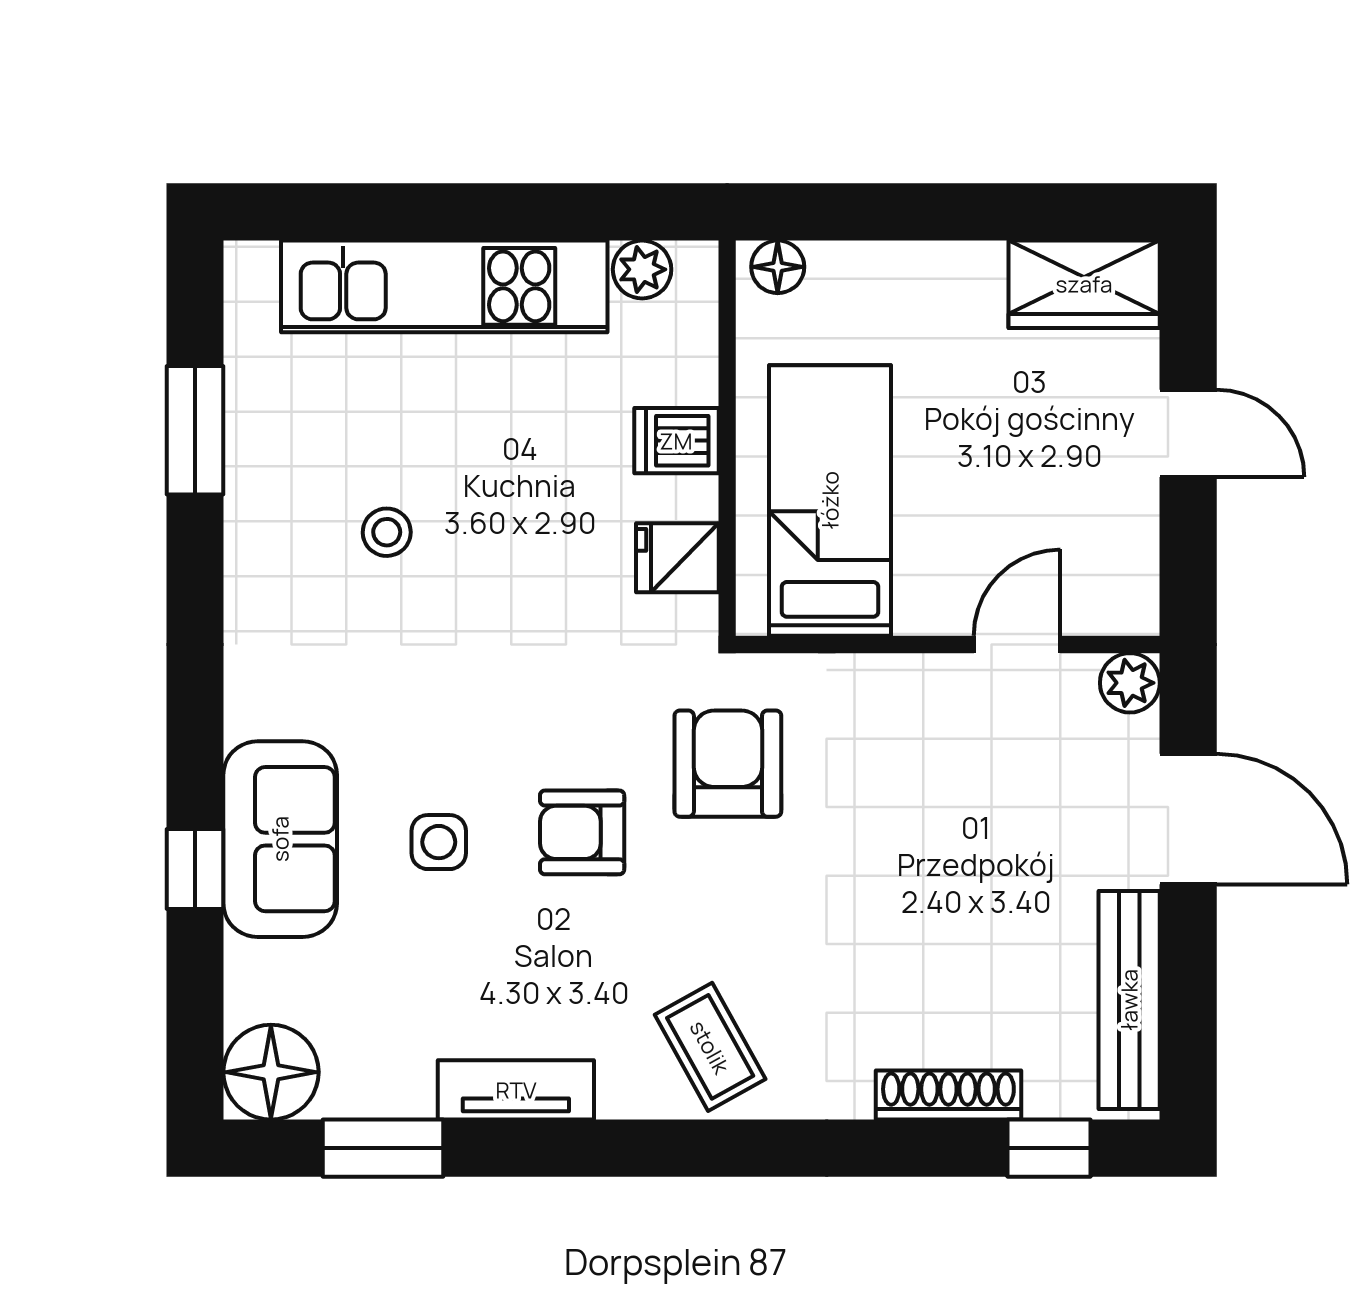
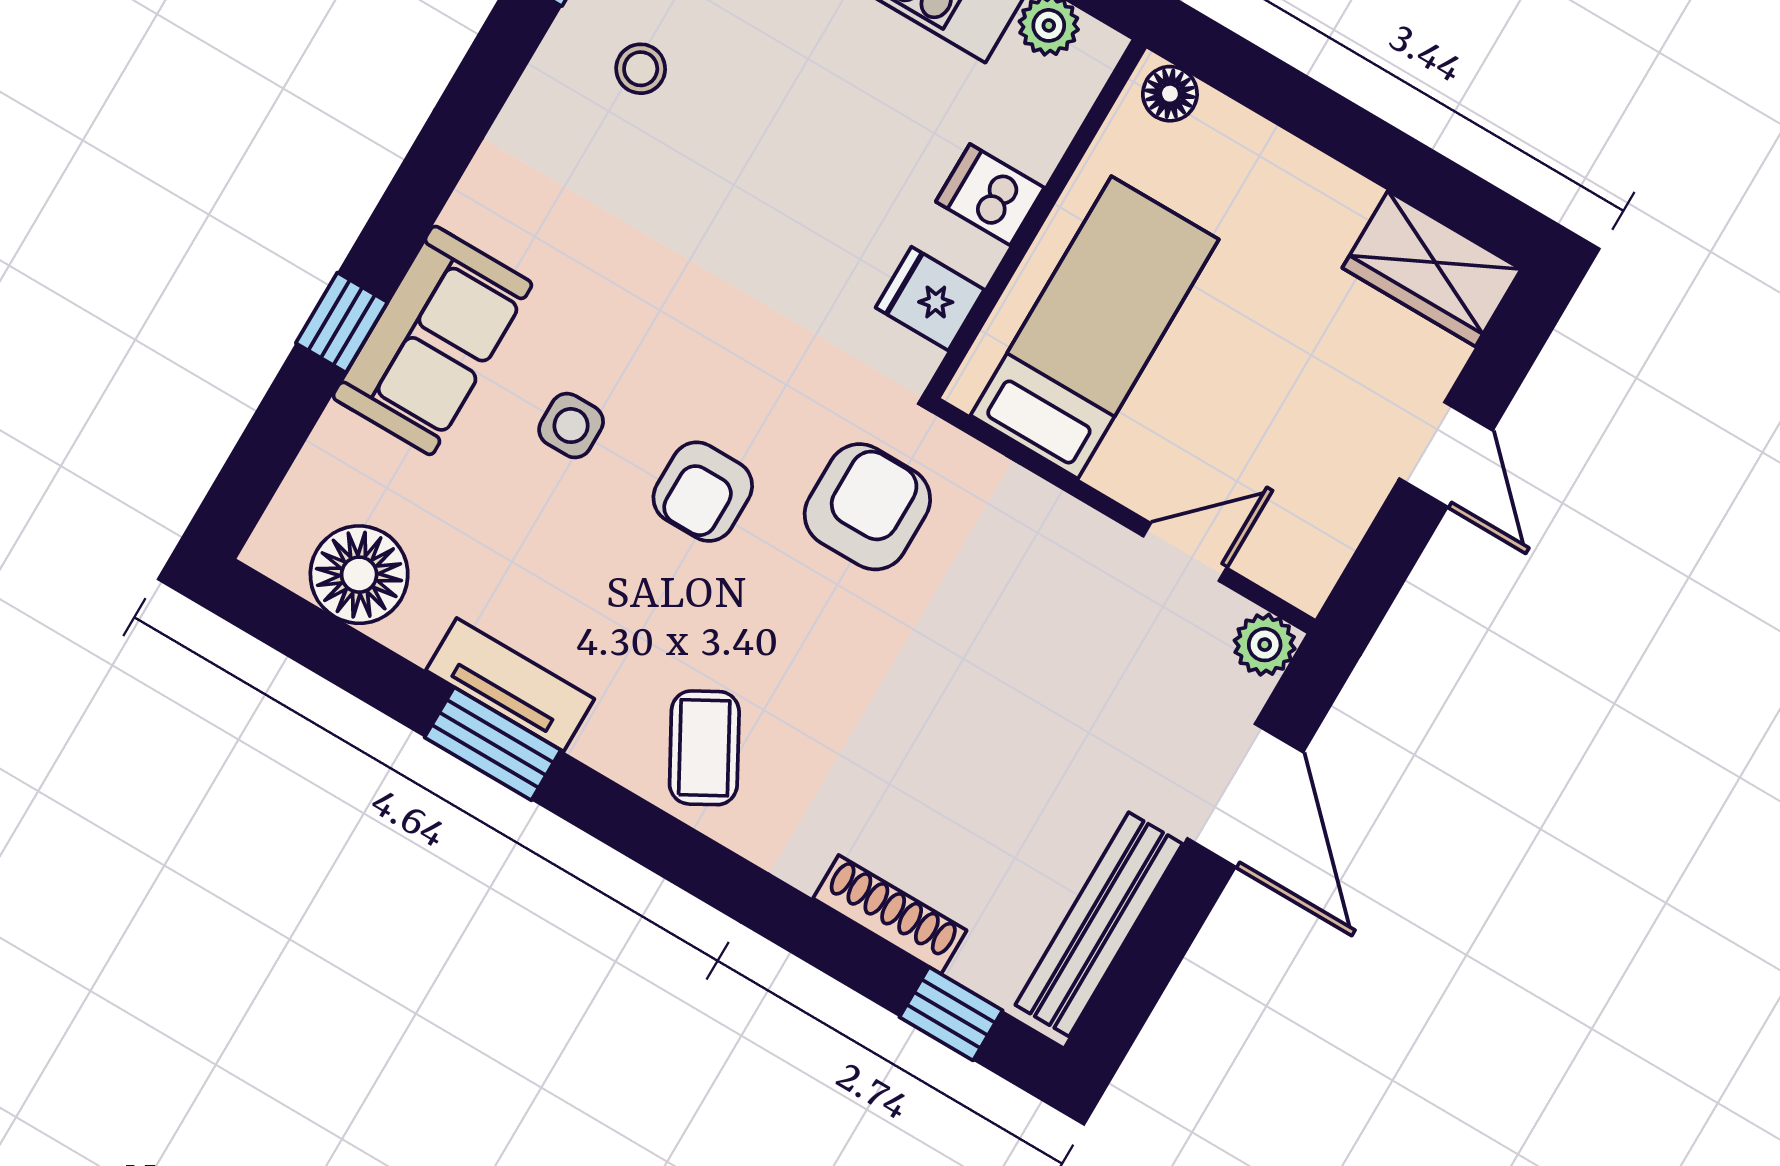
stool: (387, 532) -> (641, 69), moved
armchair: (582, 832) -> (703, 492), turned -90
floor lamp: (271, 1072) -> (359, 575), moved
window: (383, 1148) -> (493, 744), moved

